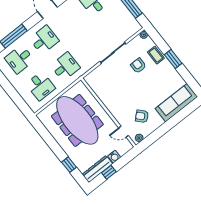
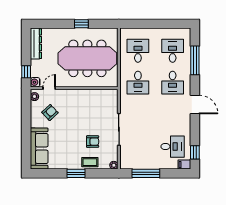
desk: (41, 86) -> (138, 51), turned 90
water cooler: (114, 157) -> (35, 82), moved
window: (69, 165) -> (81, 24), moved
window: (109, 172) -> (26, 72), moved

